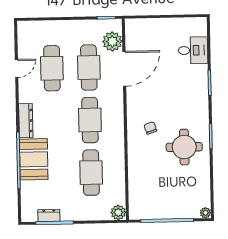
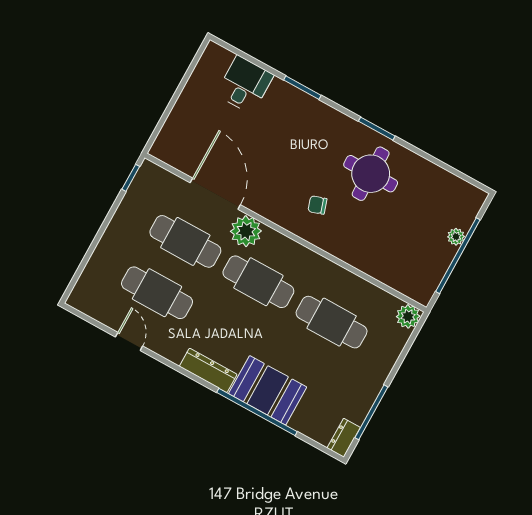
plant: (112, 41) -> (246, 231), moved
plant: (205, 213) -> (456, 237), moved
dresser: (49, 215) -> (344, 438), moved

